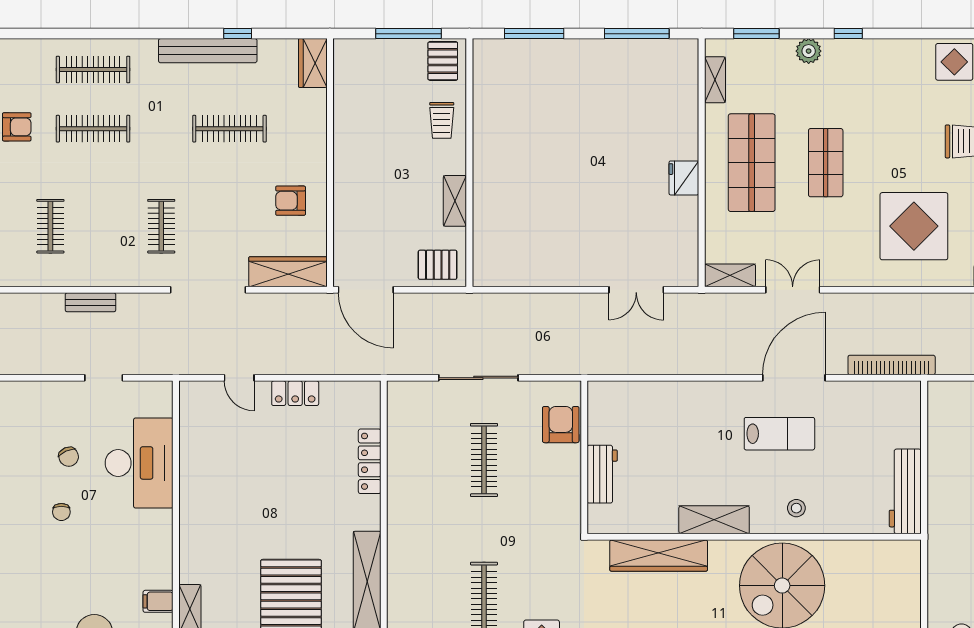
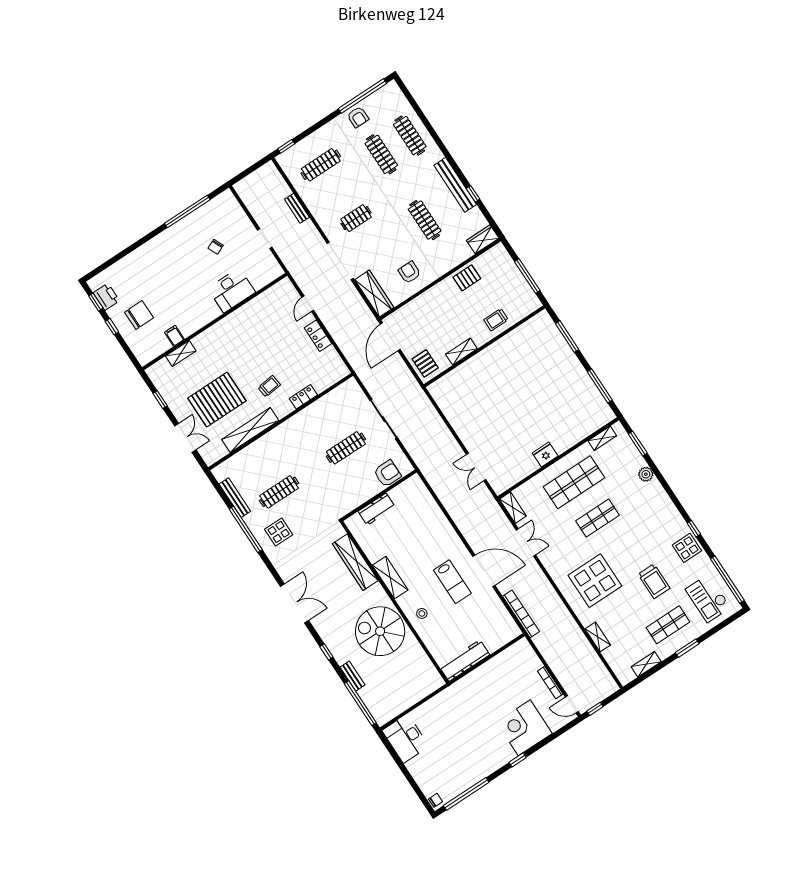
window: (848, 34) -> (694, 529), moved
pallet: (443, 61) -> (467, 278), moved
clothes rail: (50, 226) -> (321, 165), width x1.36
locker: (370, 461) -> (303, 397), width x0.66
desk: (139, 463) -> (232, 290), width x0.73, depth x0.77
chair: (61, 512) -> (187, 261), removed
trolley: (322, 512) -> (269, 386), added

